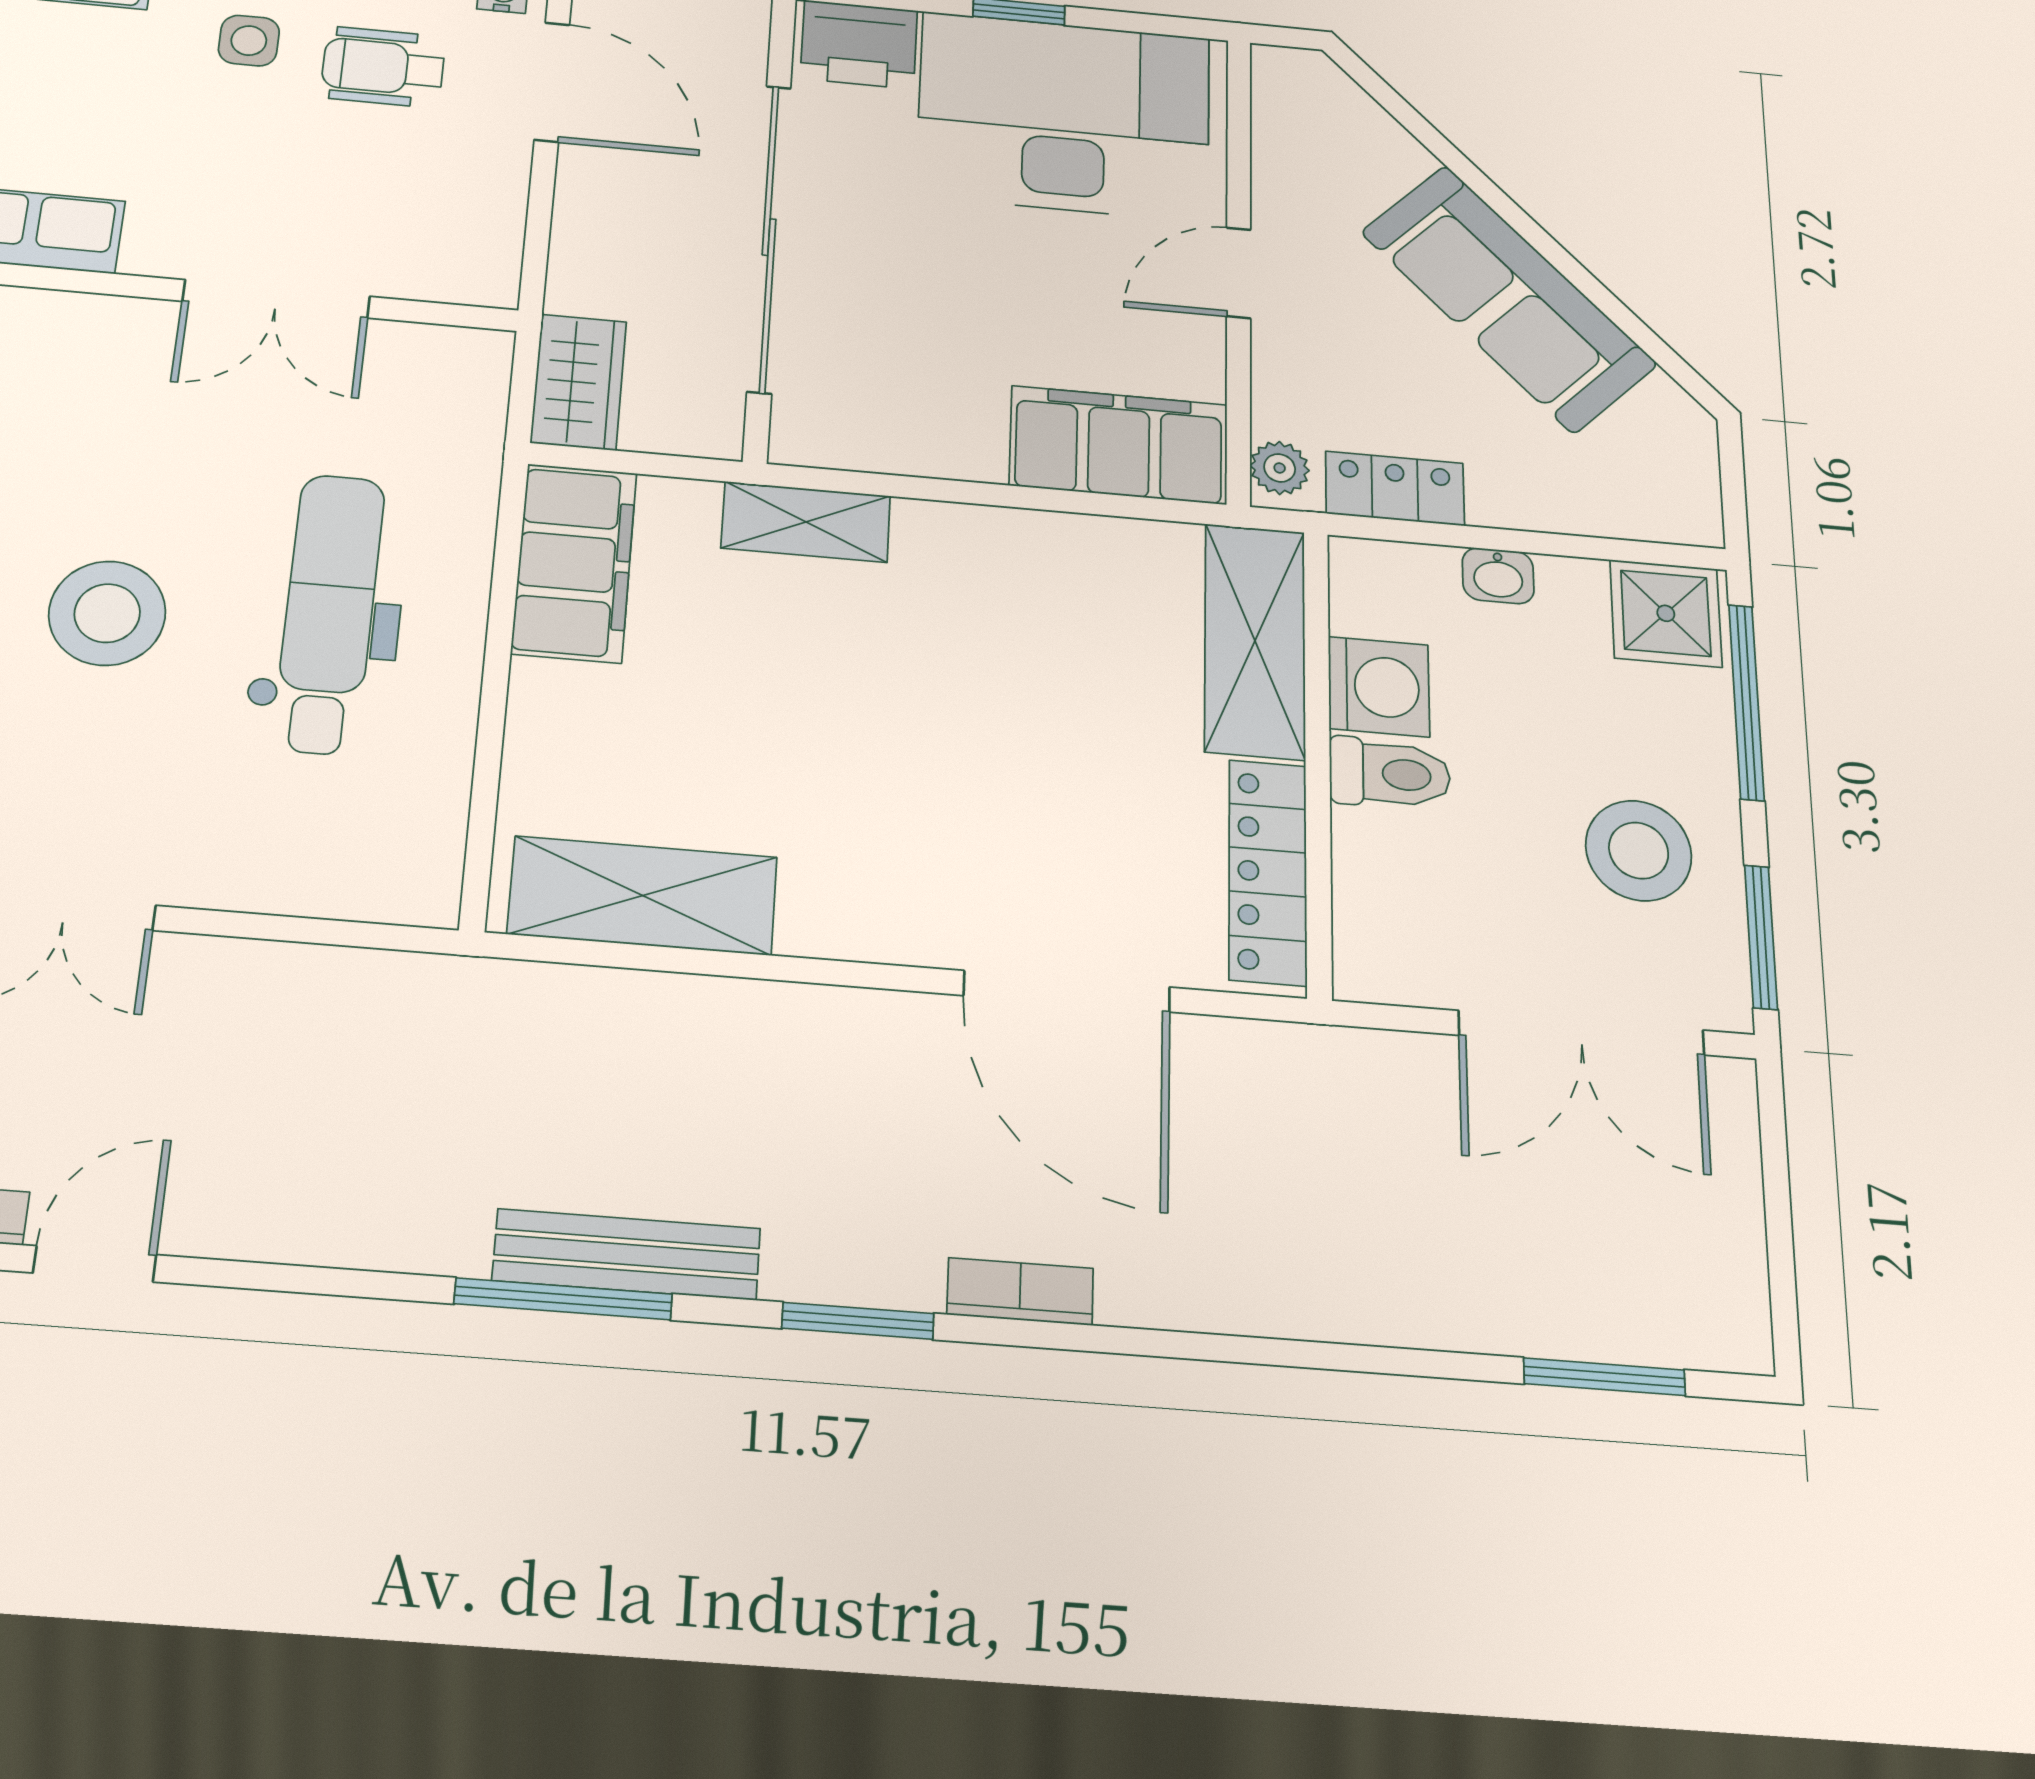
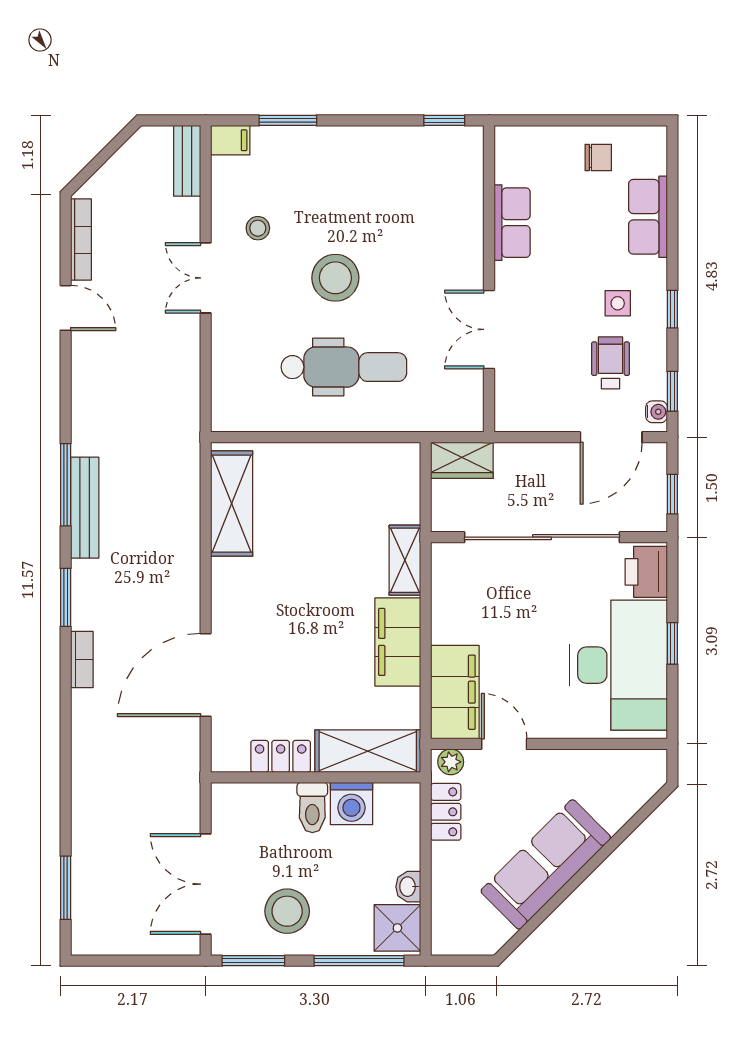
door: (1239, 273) -> (504, 744), moved
filing cabinet: (574, 563) -> (398, 642), moved, turned 90
washbasin: (1498, 576) -> (408, 887), moved
locker: (1268, 872) -> (281, 756), width x0.66

